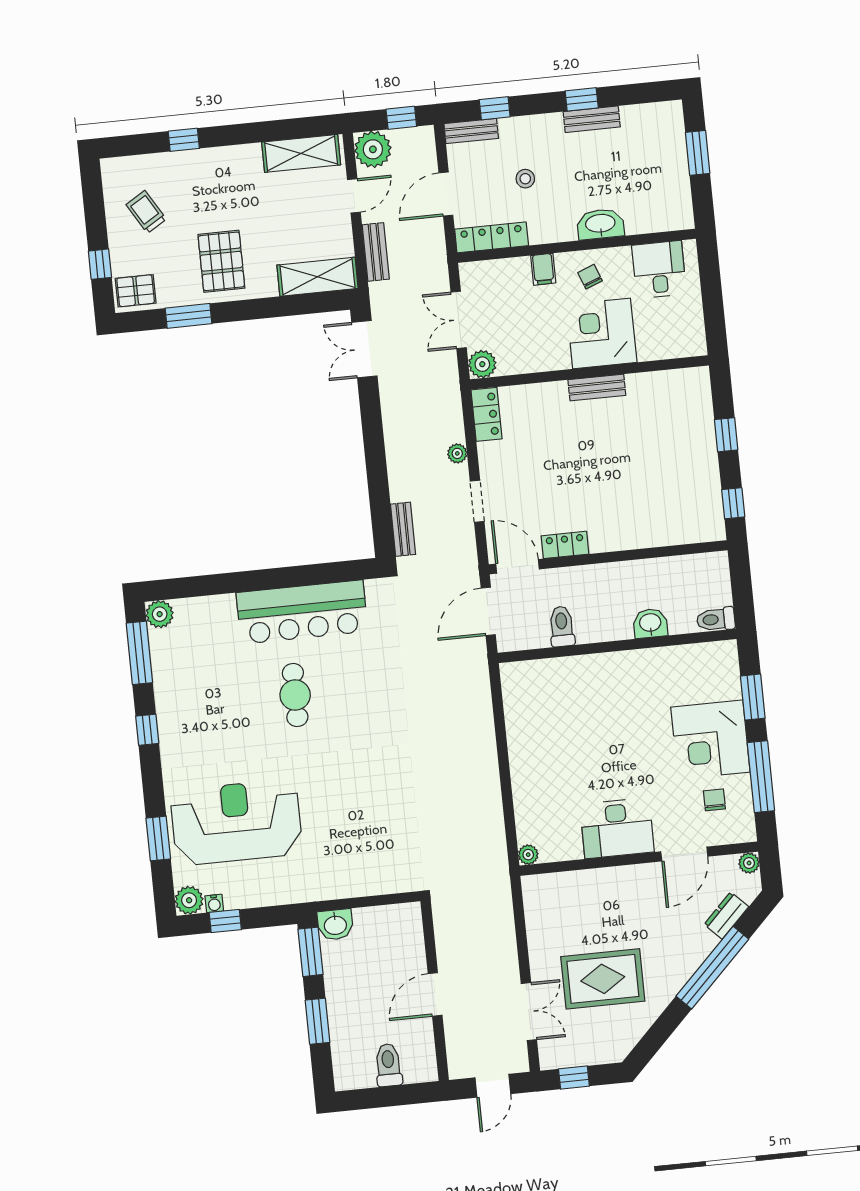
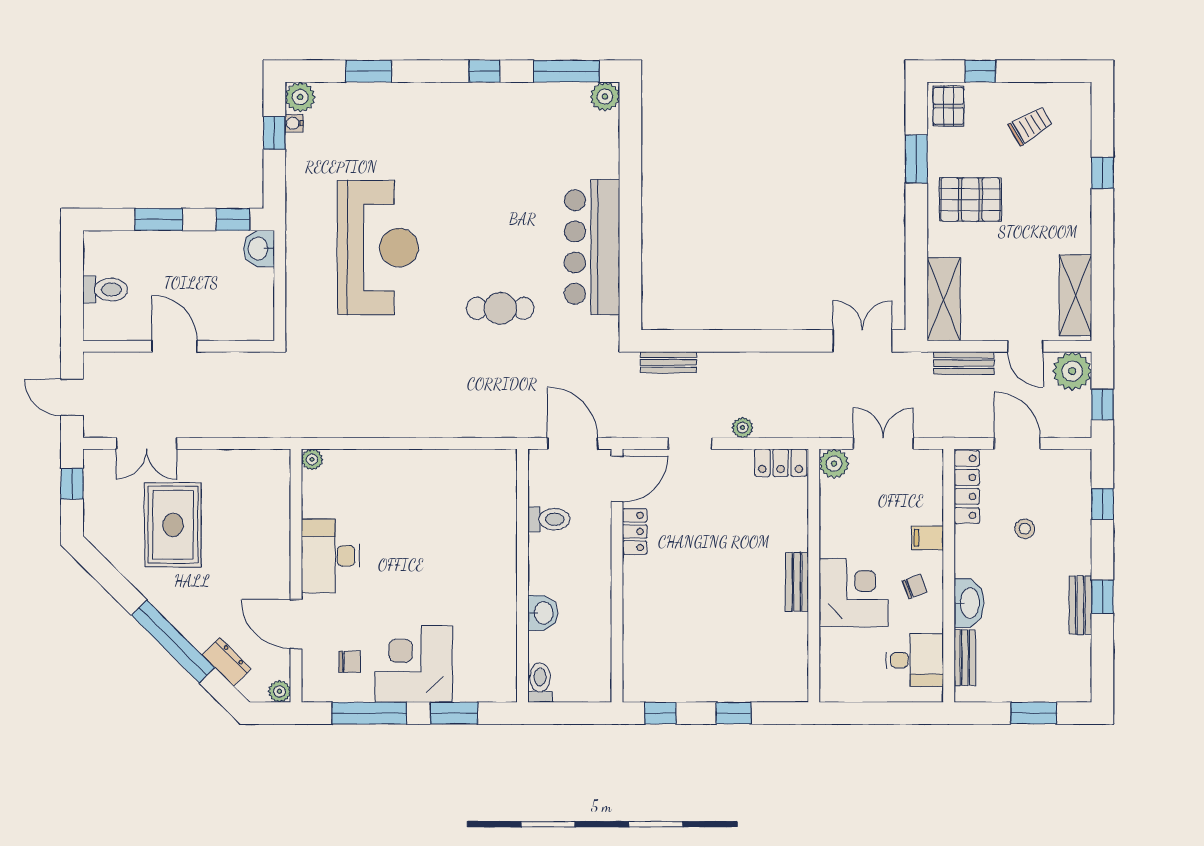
bench: (471, 131) -> (965, 658), moved
cafe table: (295, 695) -> (500, 308), moved
reception desk: (236, 822) -> (378, 248), moved
window: (310, 952) -> (233, 220), width x0.67

